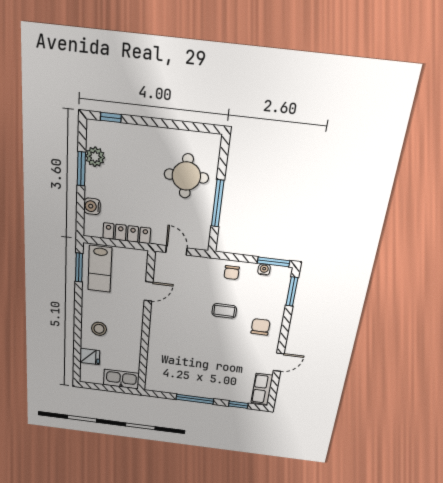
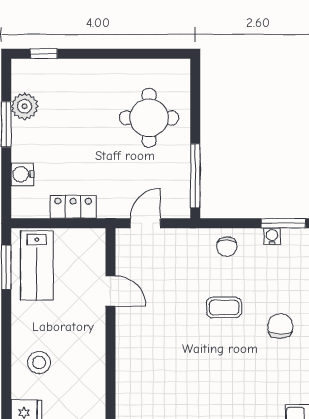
window: (218, 203) -> (195, 176), moved
locker: (127, 233) -> (73, 207), width x0.66
door: (176, 250) -> (145, 223), hinge flipped
door: (149, 291) -> (110, 291), hinge flipped

